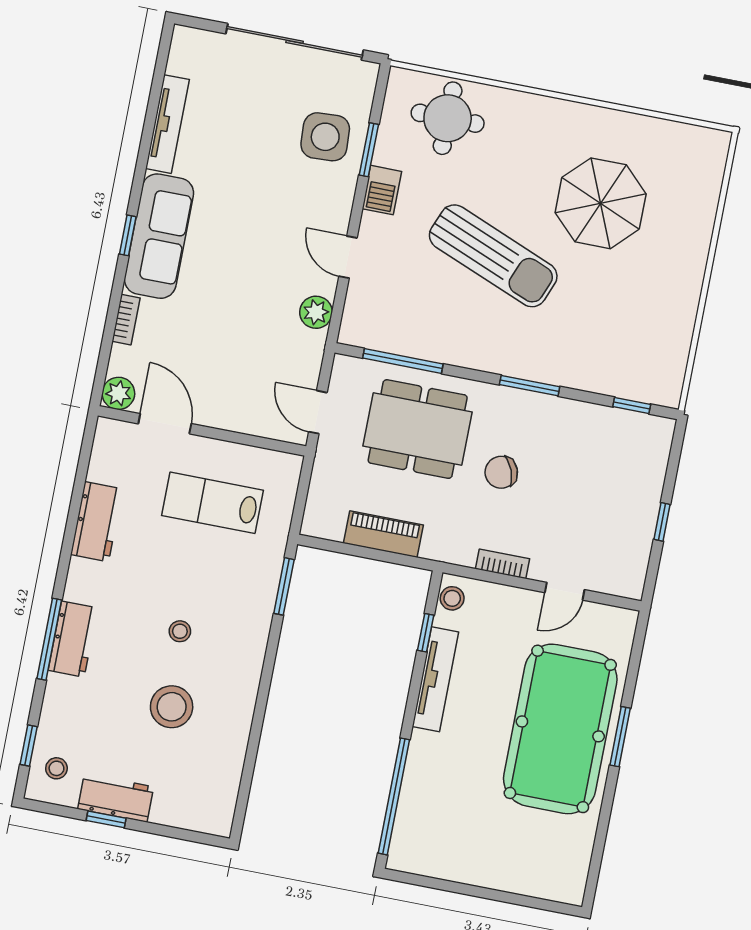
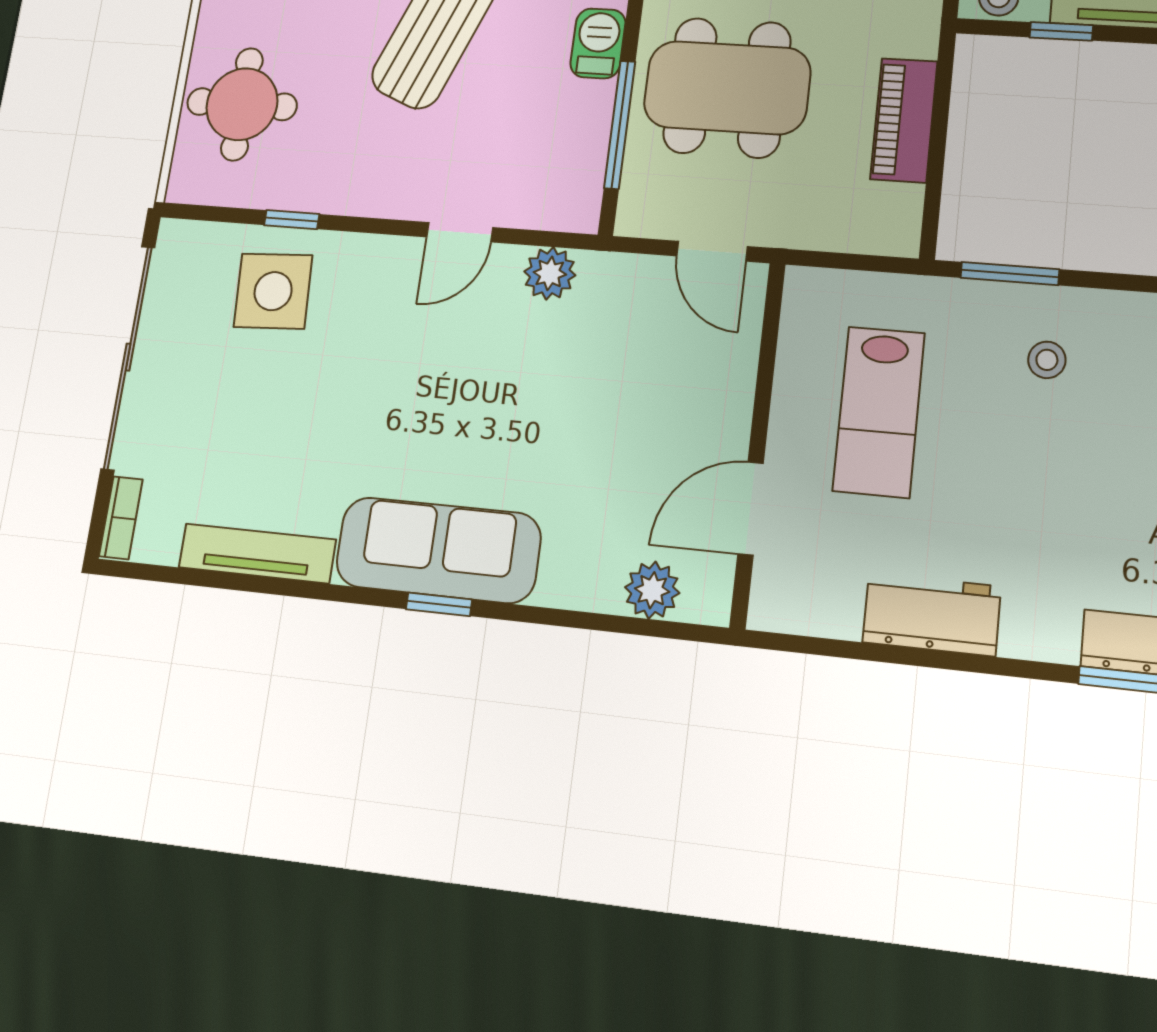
window: (369, 150) -> (292, 220), width x0.67
barbecue: (382, 190) -> (598, 43), moved, turned -90
bookcase: (126, 320) -> (121, 518), moved, turned 90
plant: (118, 393) -> (652, 590), moved
door: (318, 412) -> (712, 251), hinge flipped
dining table: (418, 429) -> (727, 88), turned 90
stool: (180, 631) -> (1047, 360), moved

